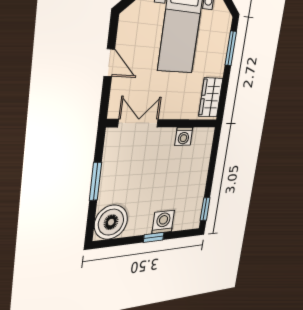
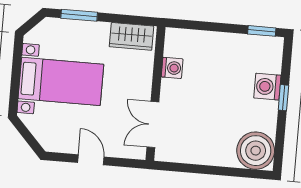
door: (109, 63) -> (91, 160), hinge flipped
window: (96, 181) -> (208, 170), removed

